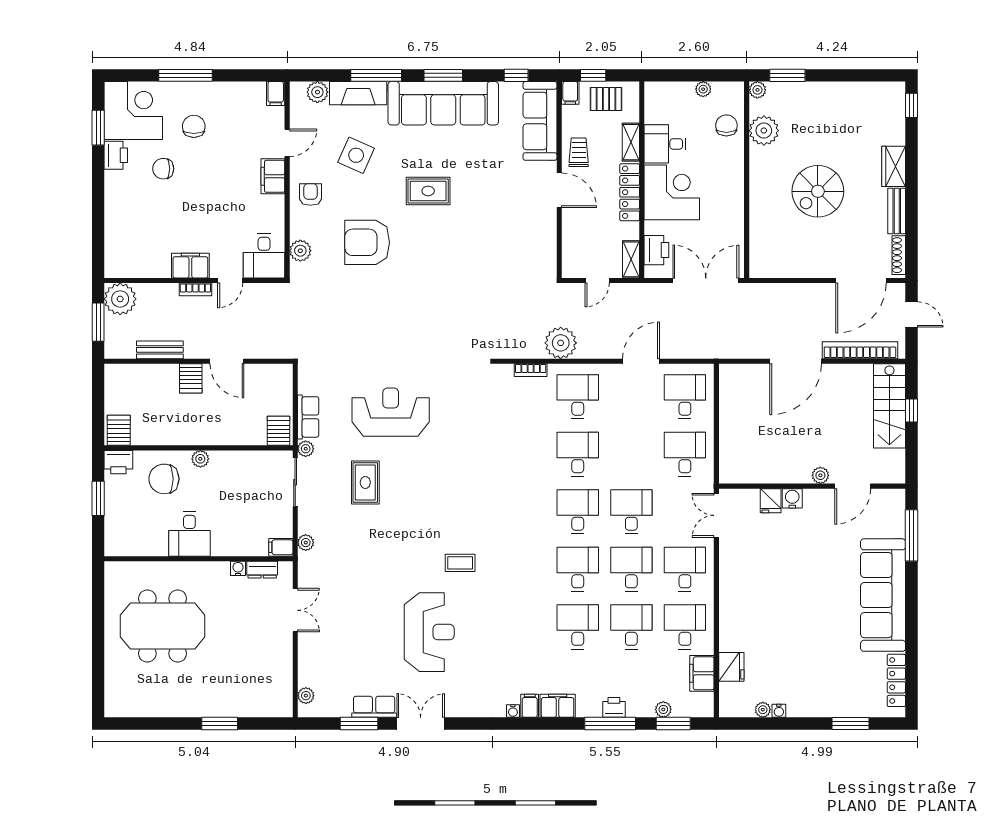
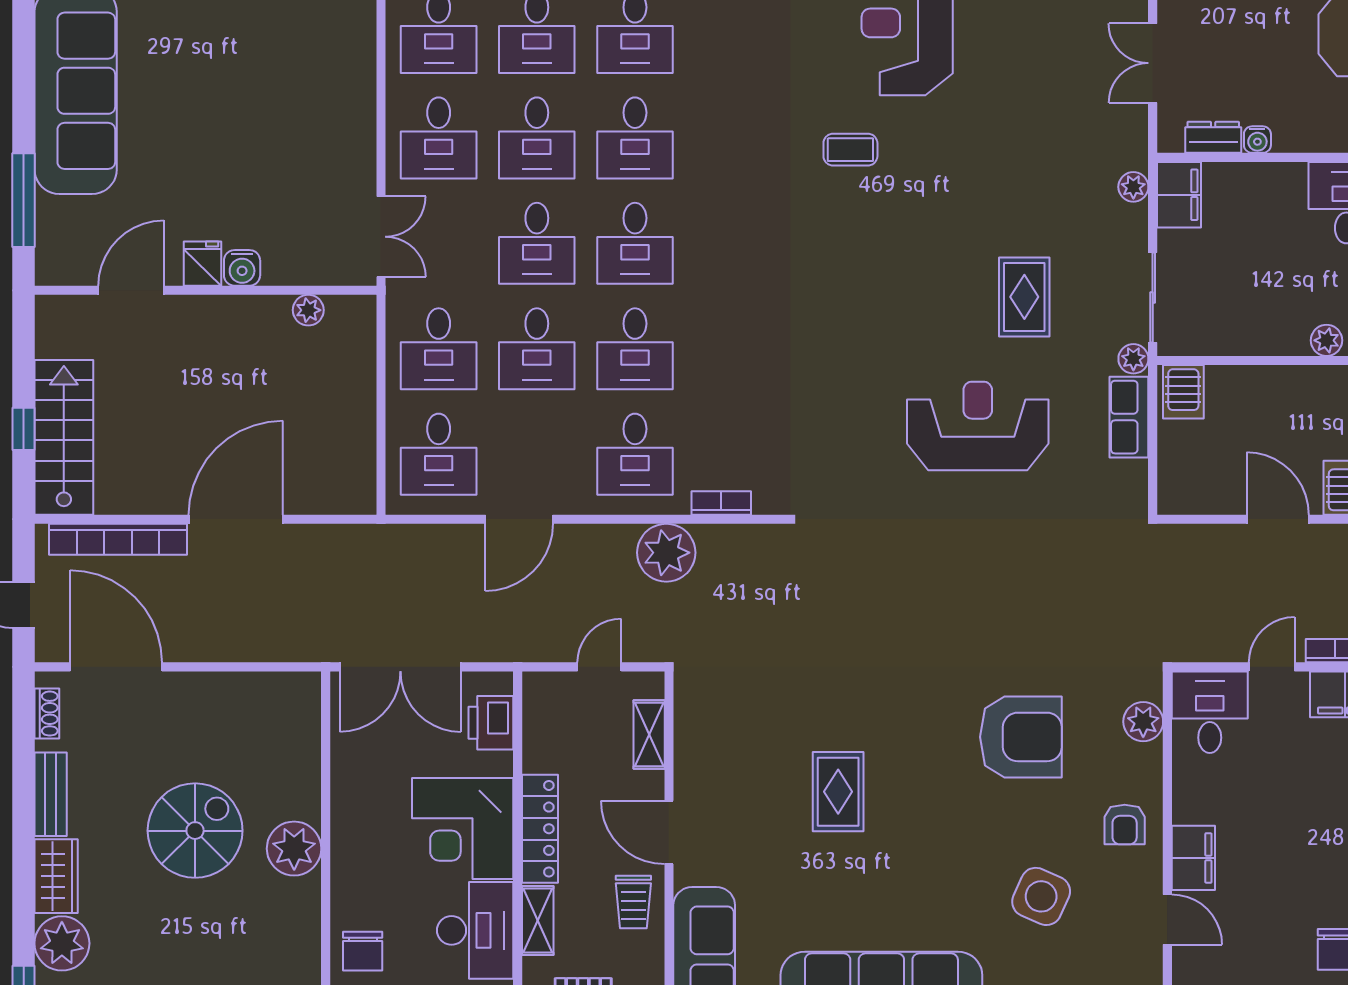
plant: (891, 130) -> (62, 943), added
plant: (764, 131) -> (294, 849), moved
door: (287, 143) -> (1167, 919), swing flipped
desk: (665, 144) -> (475, 930), width x1.37
rug: (428, 191) -> (838, 792), moved, turned 90
shoe rack: (899, 255) -> (47, 714), width x0.70
shelving: (631, 259) -> (649, 734), moved
door: (861, 281) -> (116, 667), hinge flipped
reception desk: (391, 412) -> (978, 426), turned 180
desk: (631, 454) -> (537, 349), added
plant: (820, 475) -> (308, 310), moved
fridge: (771, 501) -> (202, 264), moved
filing cabinet: (281, 547) -> (1179, 195), width x2.00

